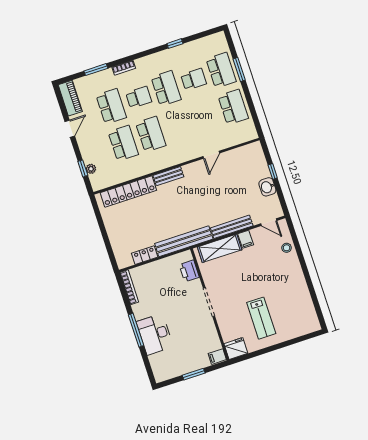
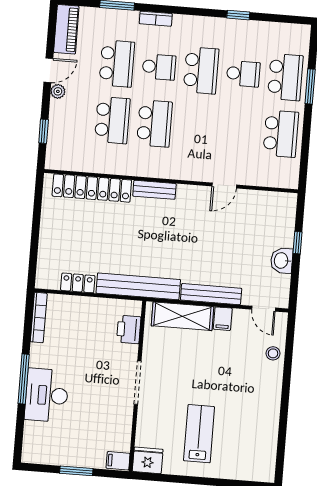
plant: (91, 169) -> (58, 91), moved
lab bench: (261, 318) -> (199, 434), turned 180

